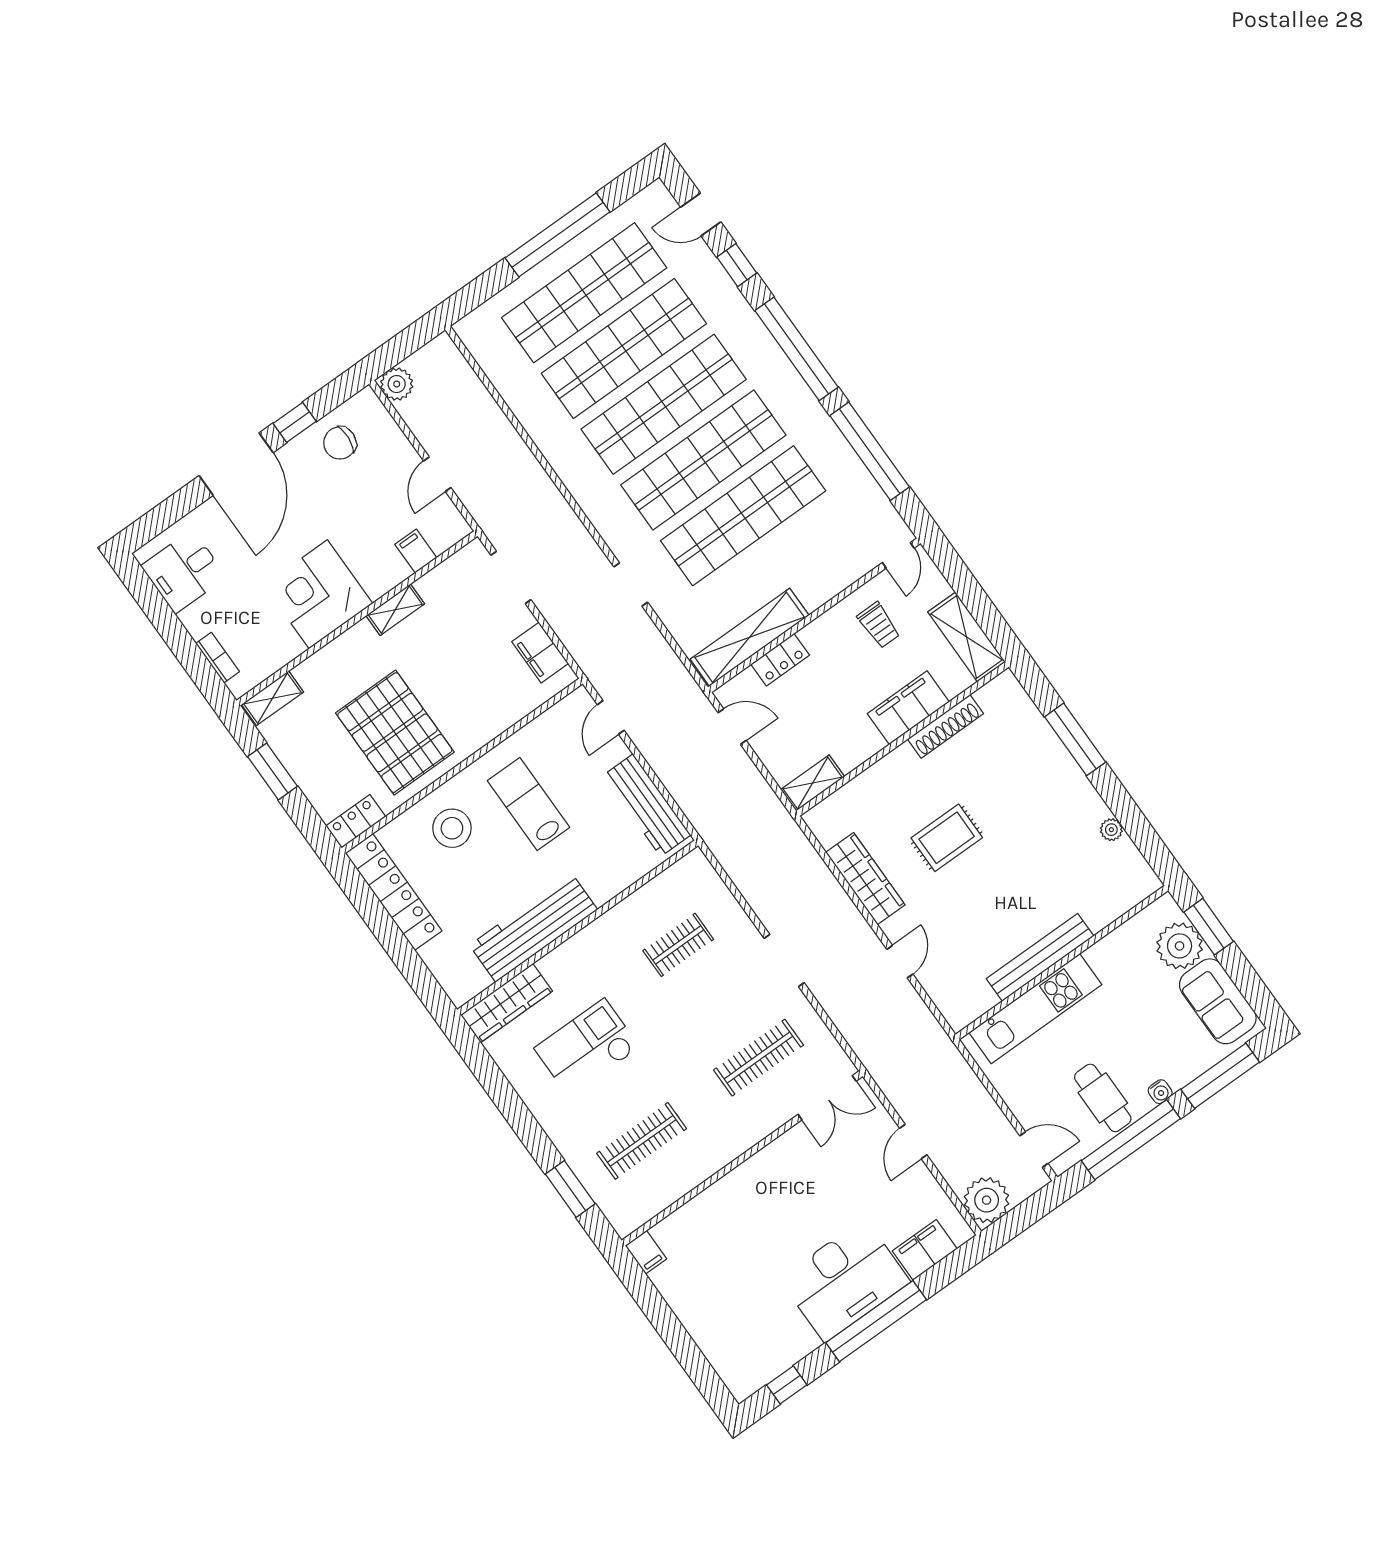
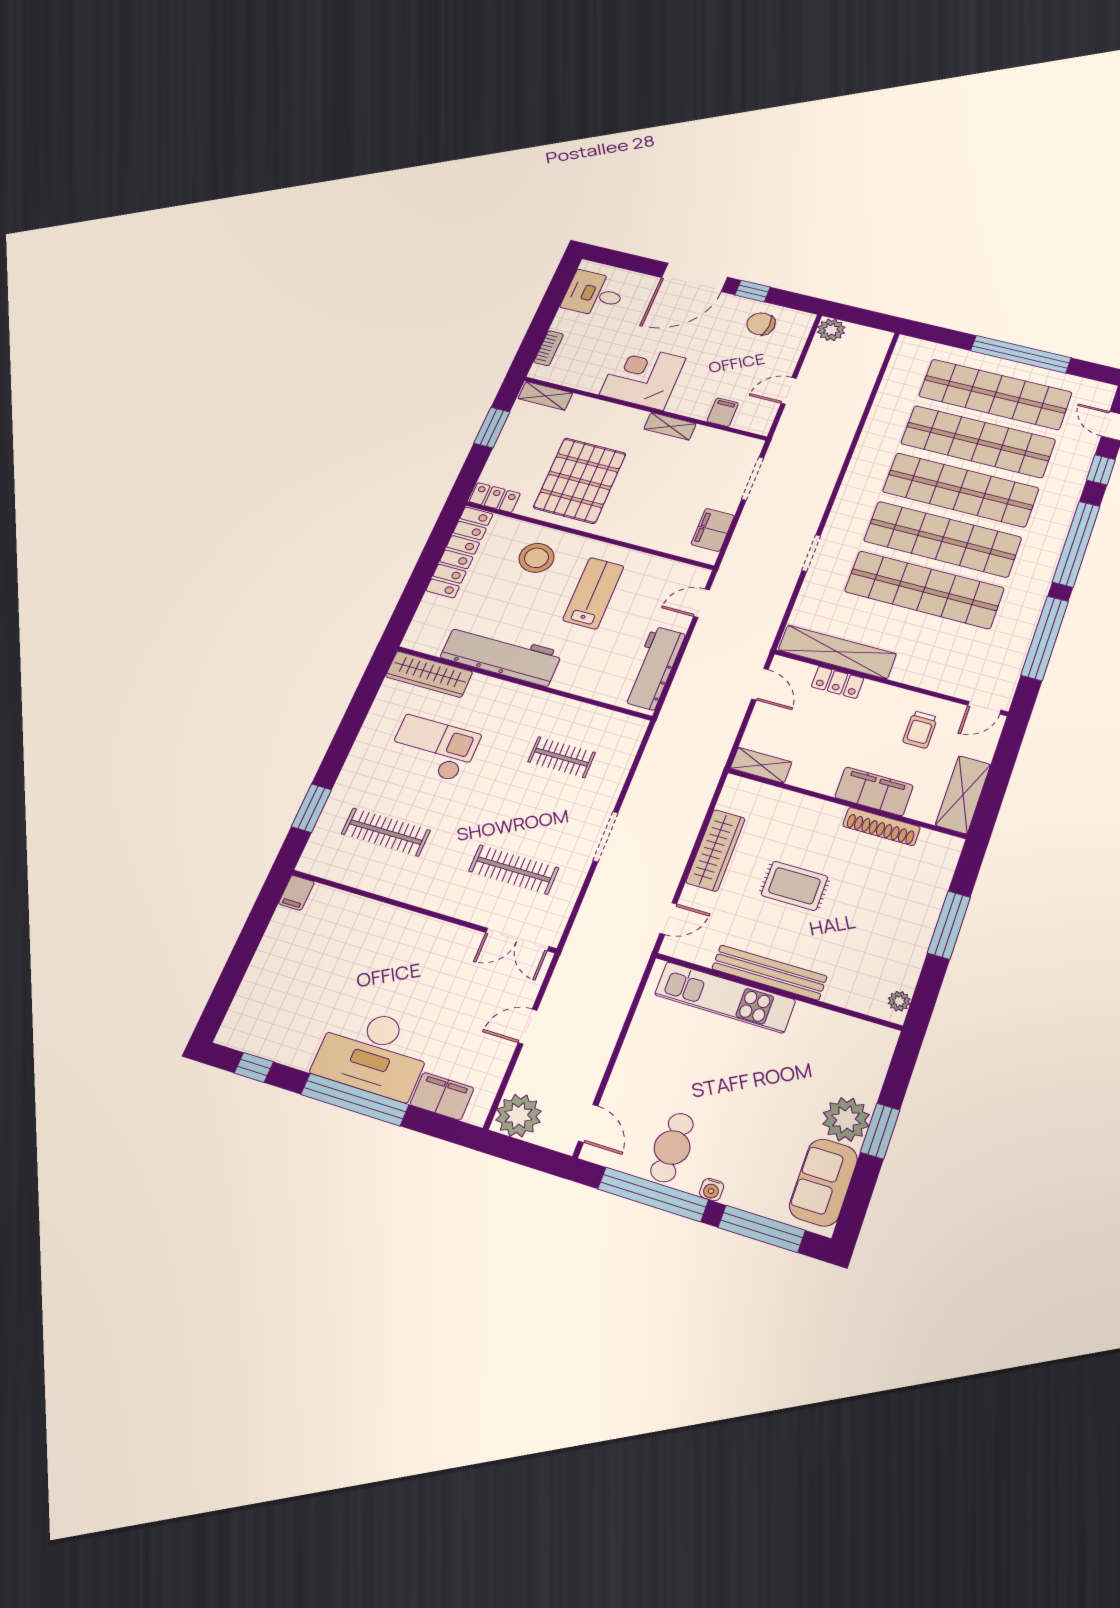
bench: (1040, 957) -> (769, 973), moved
wall: (1062, 963) -> (778, 992), moved
kitchen unit: (1035, 1009) -> (725, 997), moved

